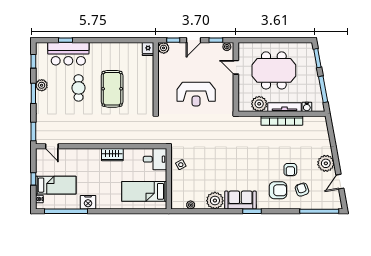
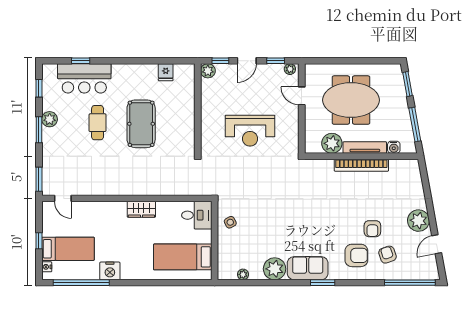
fridge: (148, 49) -> (166, 72), moved

